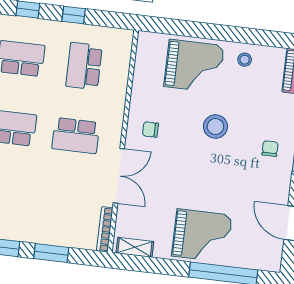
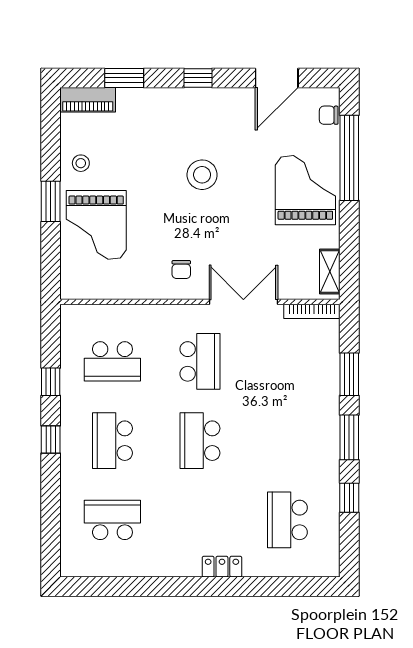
window: (217, 32) -> (51, 201), added
grand piano: (194, 66) -> (96, 225), turned 180
stool: (215, 127) -> (202, 175), moved
chair: (270, 149) -> (329, 115), moved

